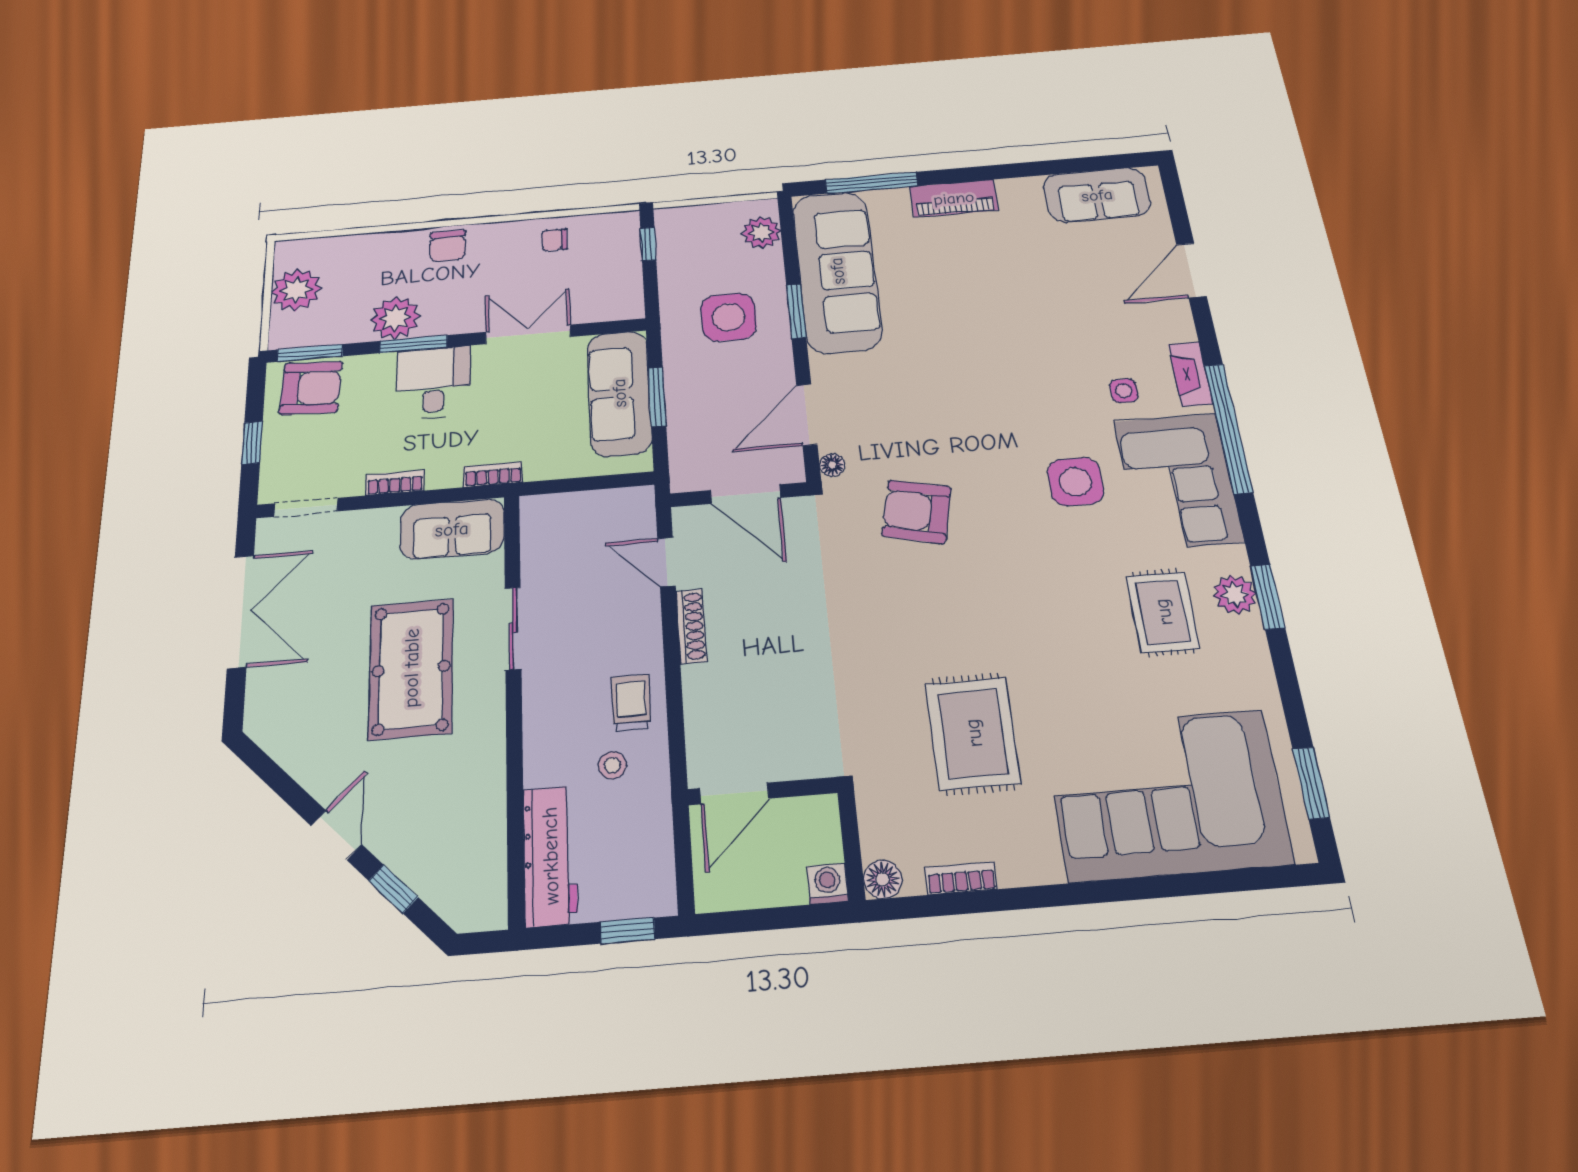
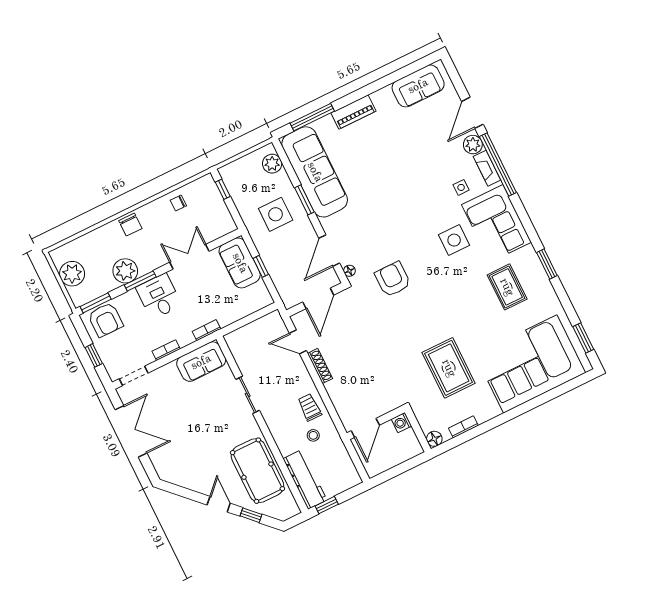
armchair: (311, 388) -> (105, 320), turned 87
sofa: (619, 393) -> (240, 263), width x0.73
window: (657, 397) -> (261, 266), width x0.67
window: (1228, 428) -> (498, 165), moved
door: (746, 494) -> (318, 298), hinge flipped
armchair: (917, 512) -> (393, 279), turned 77
plant: (1235, 595) -> (473, 145), moved
pool table: (411, 668) -> (257, 471), moved
washing machine: (827, 884) -> (401, 423), moved, turned -90
window: (627, 931) -> (327, 505), moved

